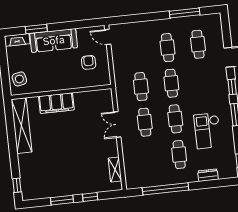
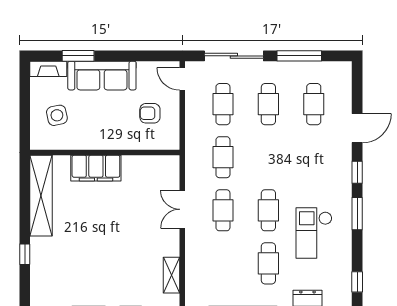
sliding door: (141, 18) -> (234, 56), added
armchair: (89, 62) -> (150, 113), turned -90
side table: (19, 79) -> (57, 115), moved
cafe table: (171, 83) -> (223, 104), moved
window: (17, 185) -> (25, 254), moved

